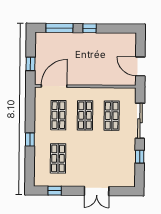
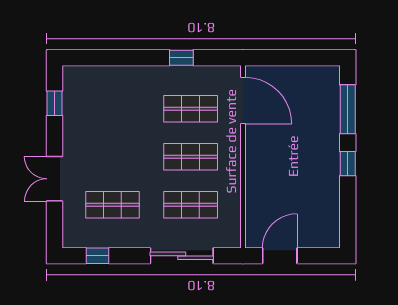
window: (31, 64) -> (283, 58), removed
window: (30, 139) -> (181, 58), moved
window: (140, 157) -> (98, 256), moved
shop shelf: (58, 158) -> (113, 205), moved

